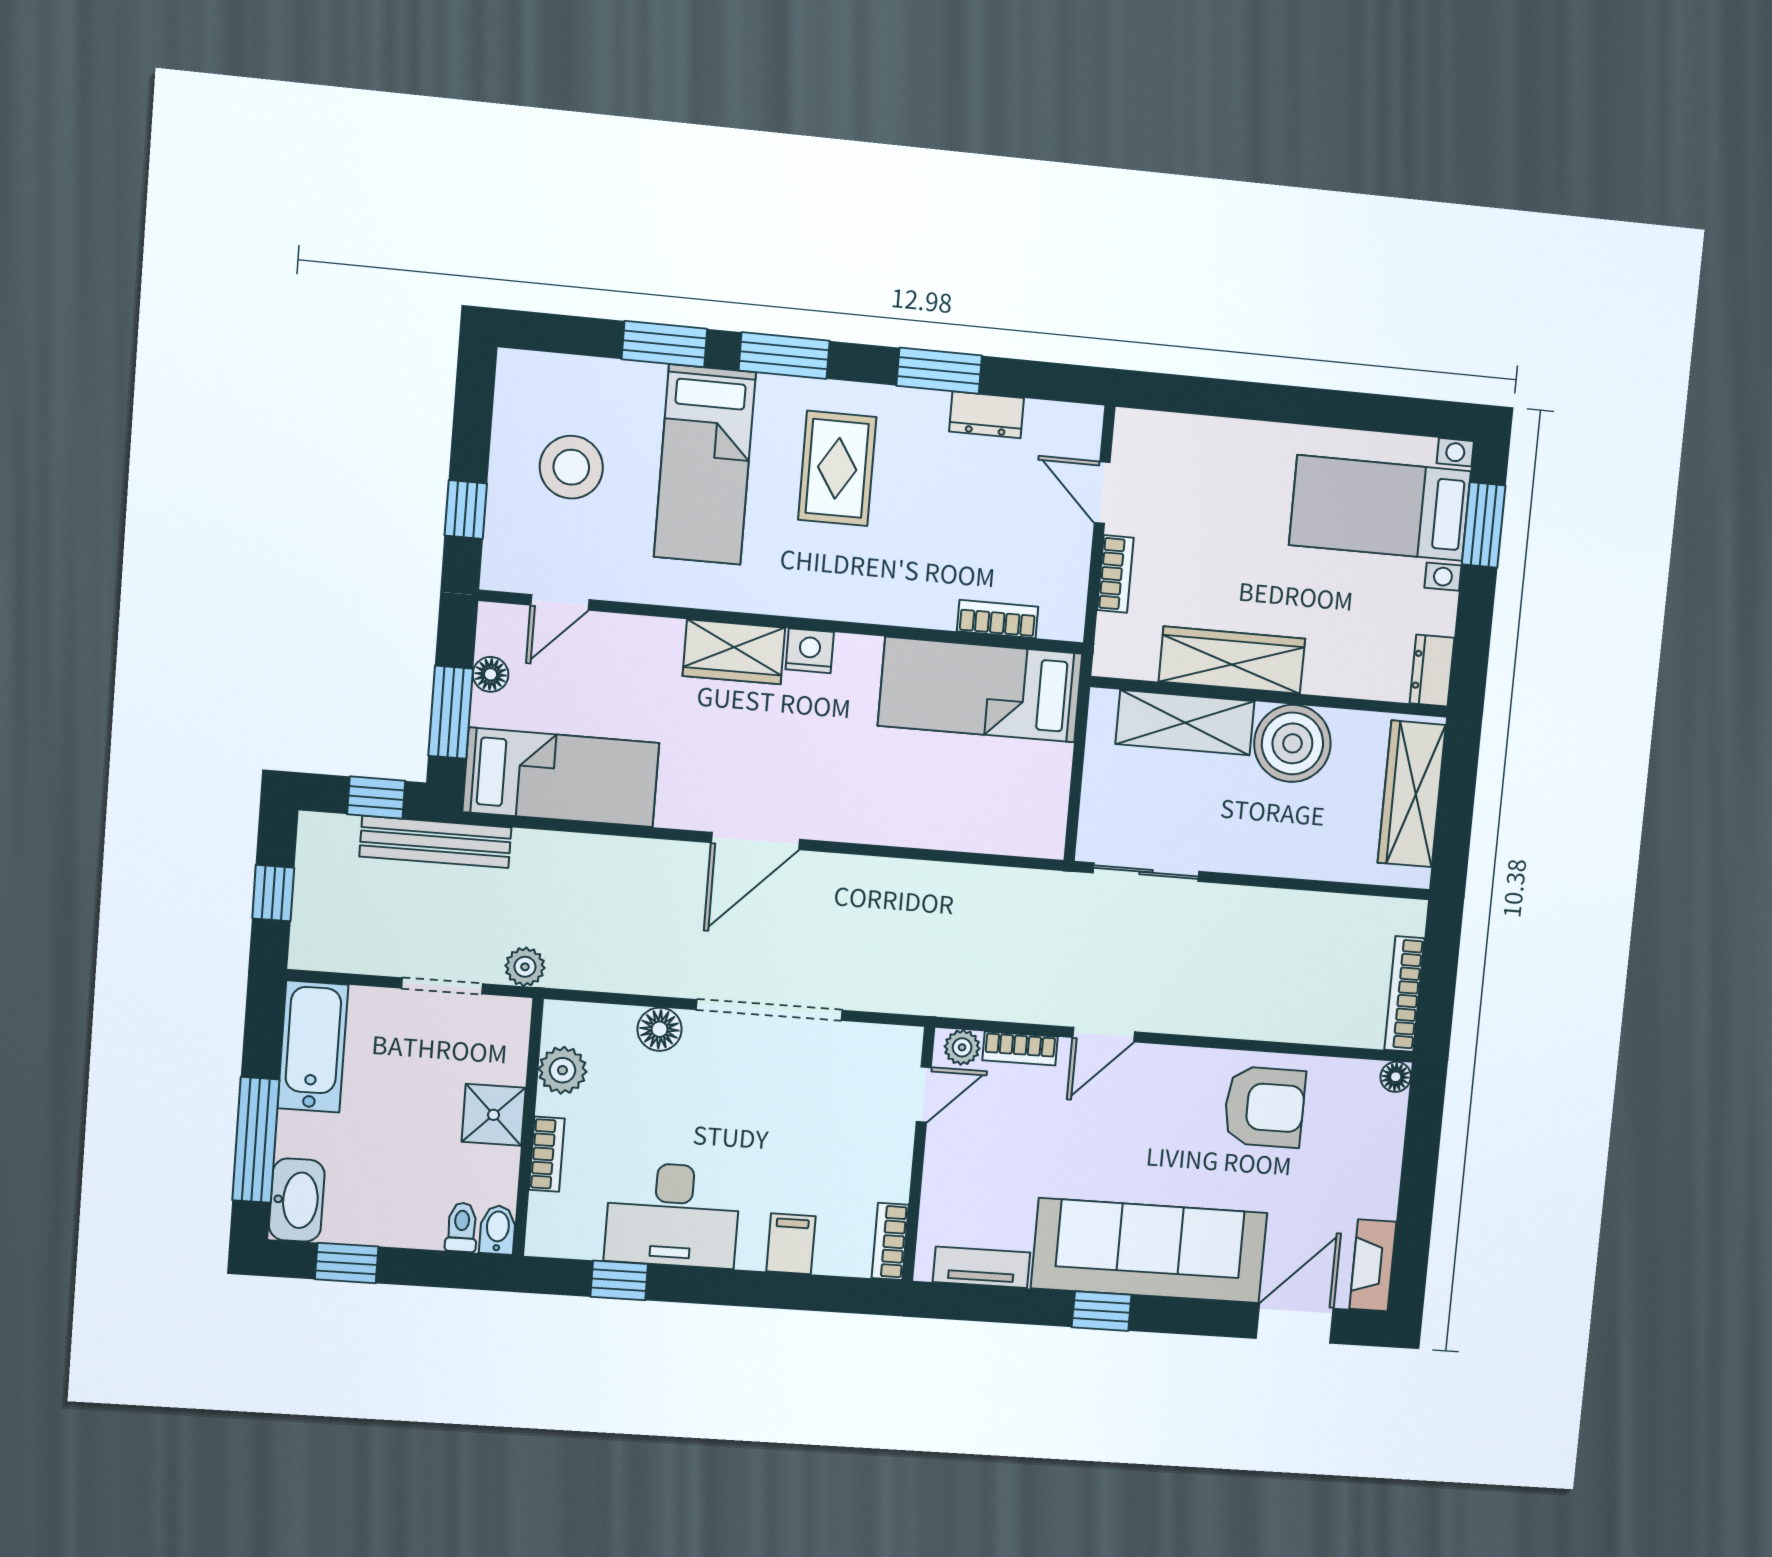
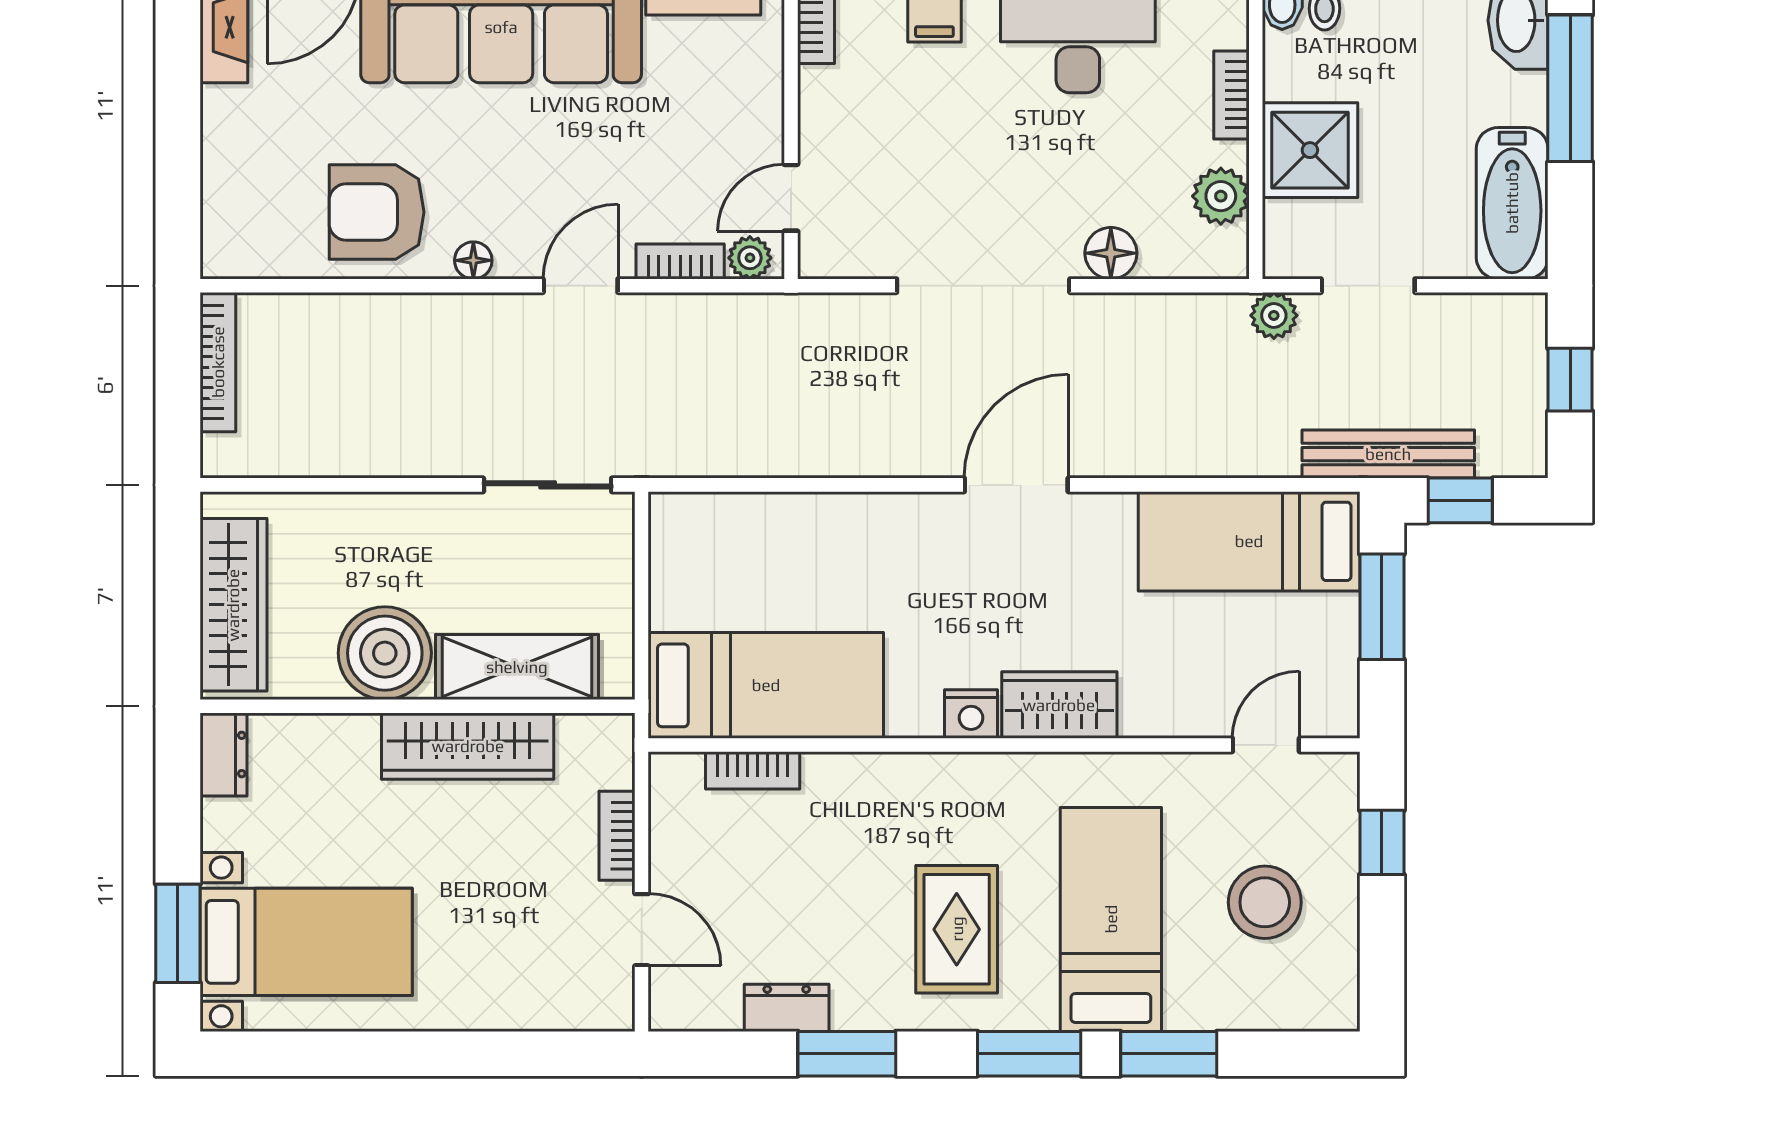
floor lamp: (491, 674) -> (1339, 655), removed
floor lamp: (1396, 1077) -> (473, 260), moved
shower: (494, 1115) -> (1310, 150), width x1.36, depth x1.36

